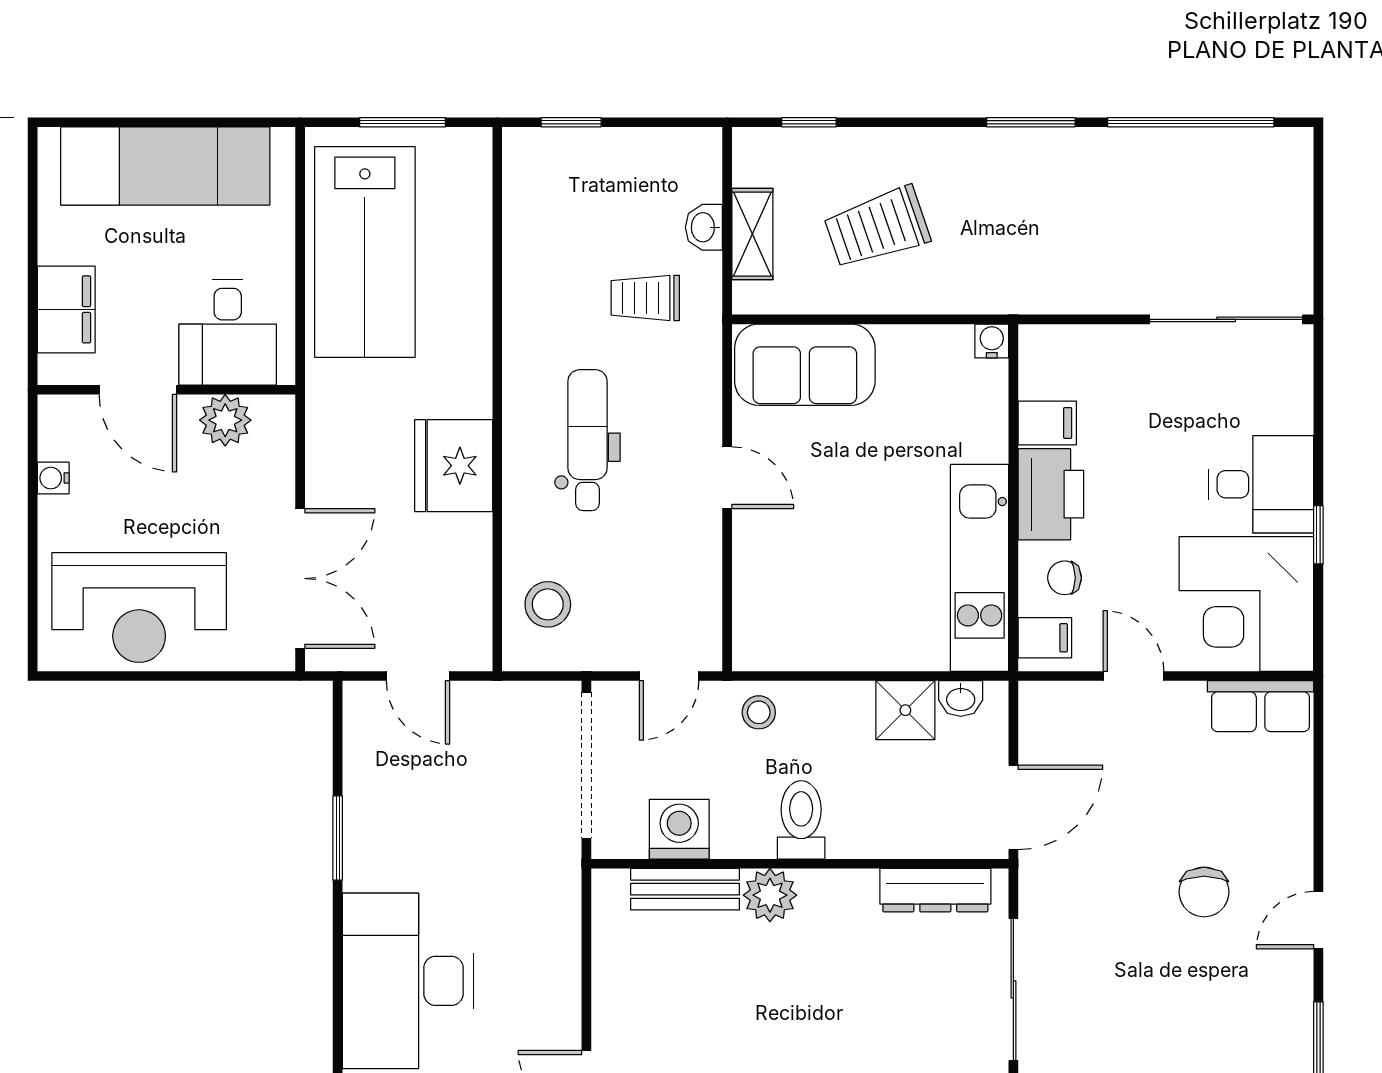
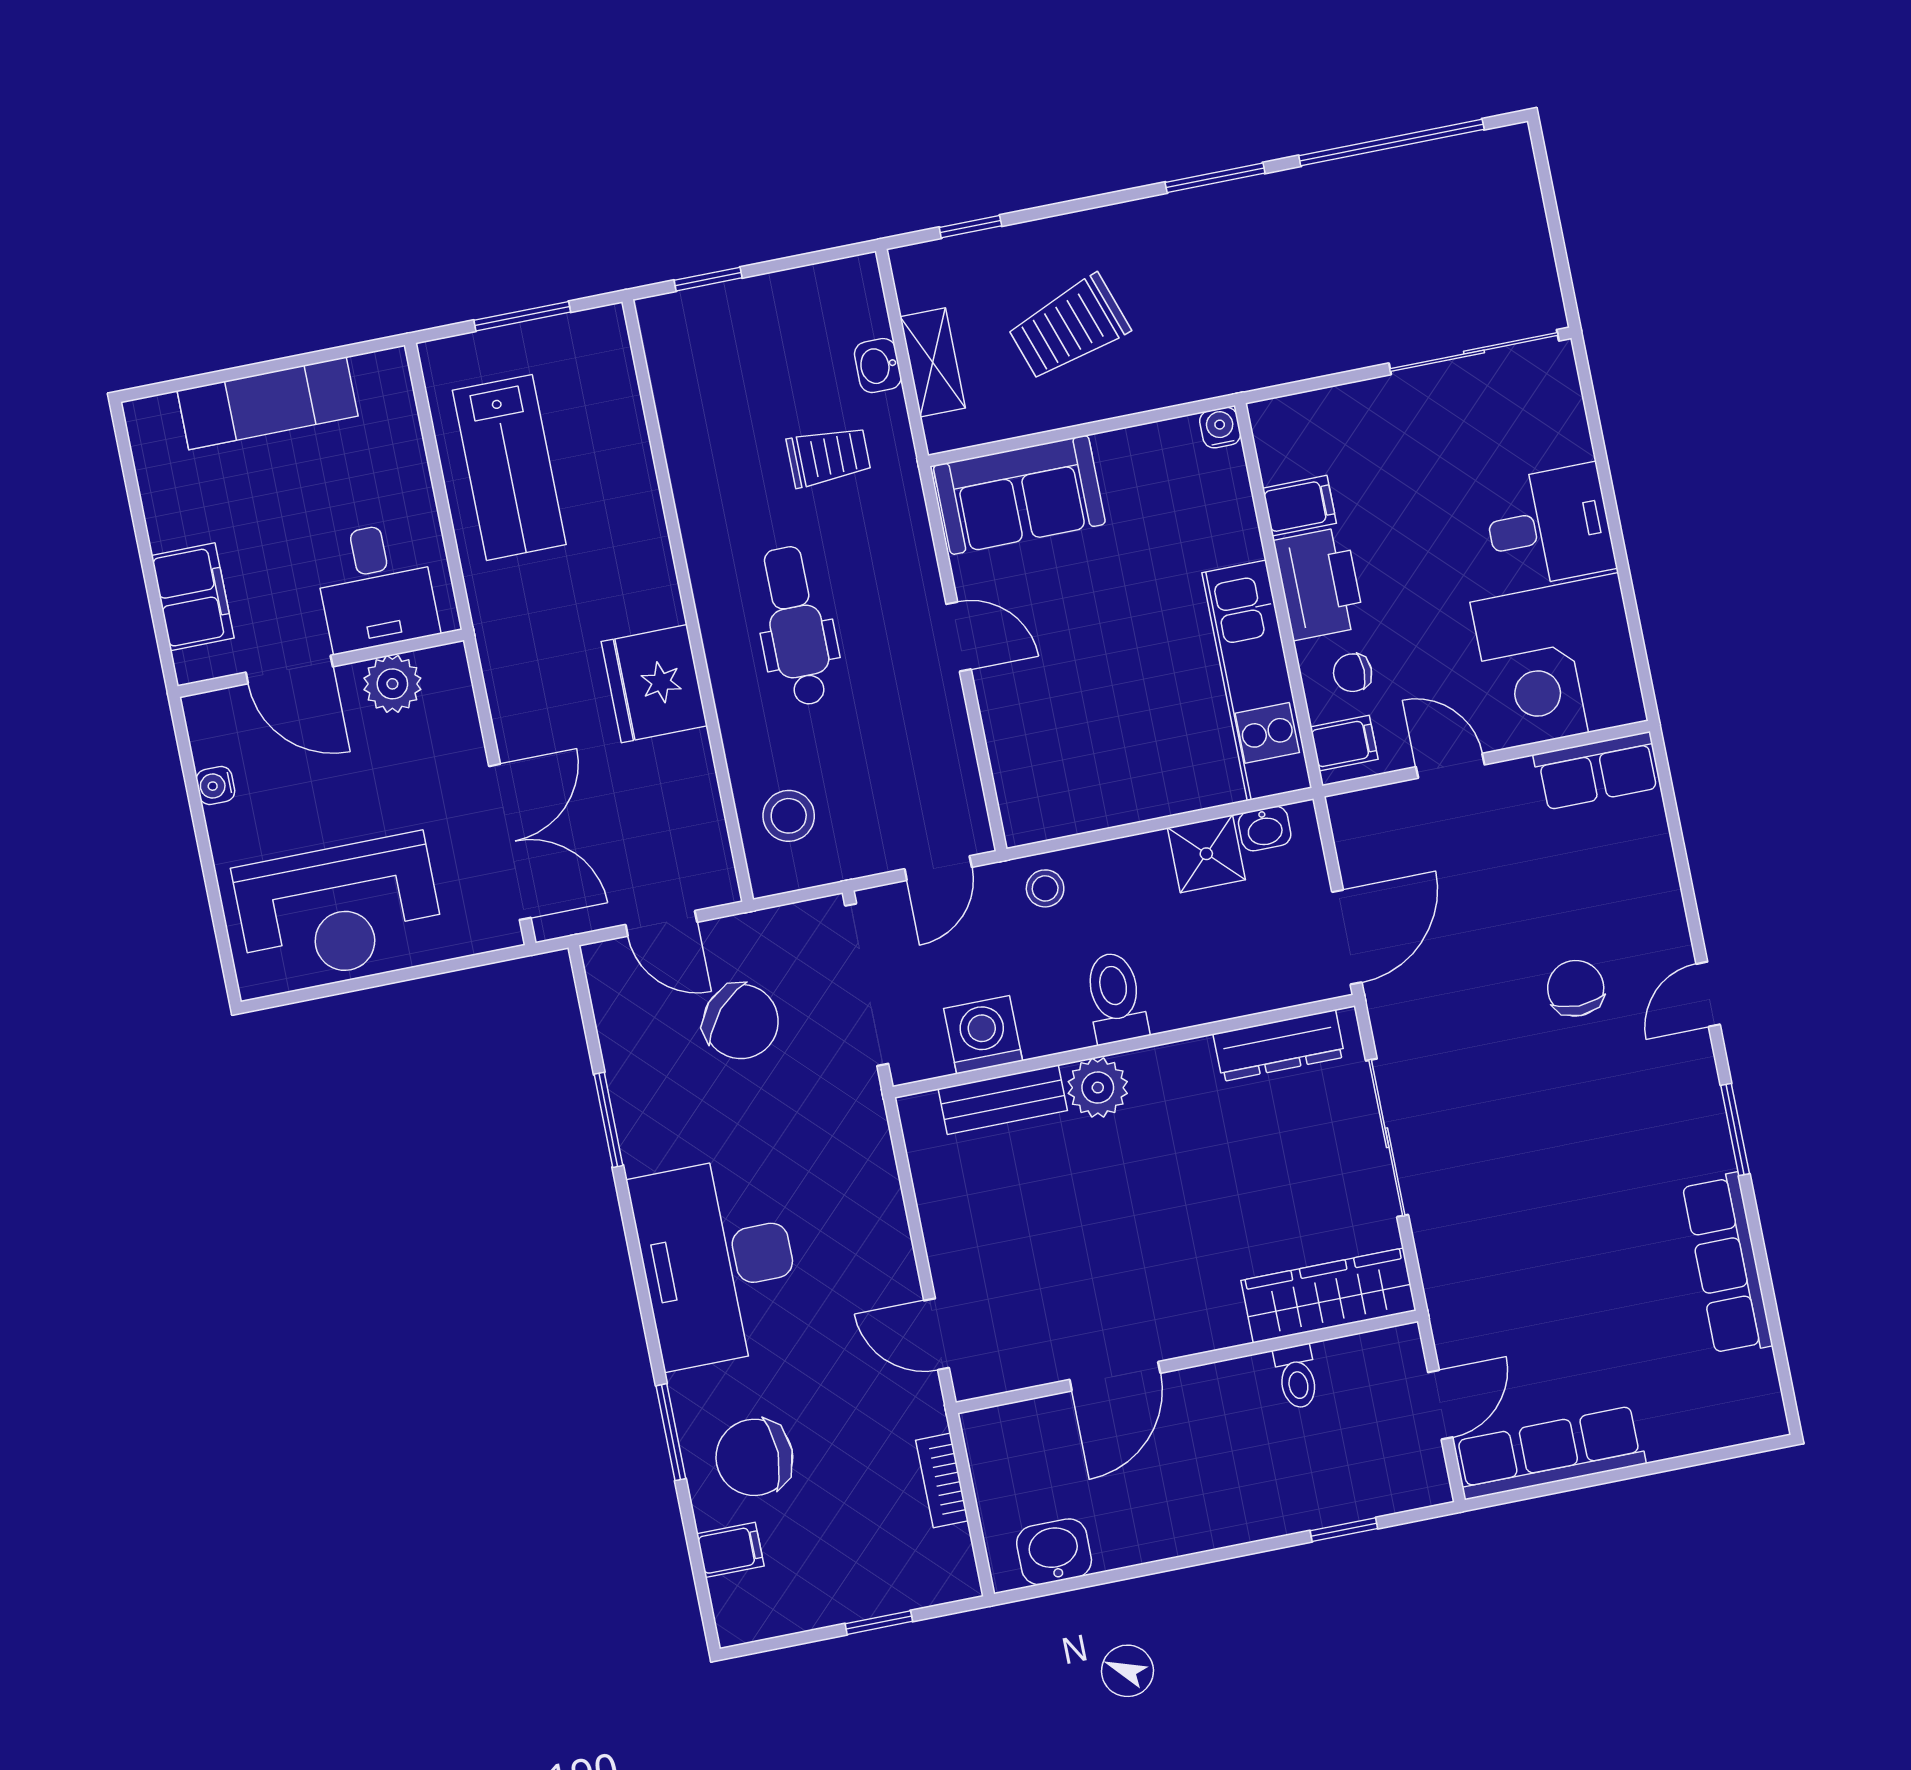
exam couch: (165, 166) -> (268, 403), width x0.73, depth x0.69
lab bench: (365, 252) -> (509, 467), width x0.73, depth x0.72
trolley: (645, 298) -> (829, 456), turned 180
window: (1318, 535) -> (1623, 569), removed
chair: (470, 775) -> (741, 1021), added
chair: (1204, 892) -> (1576, 988), turned 180

